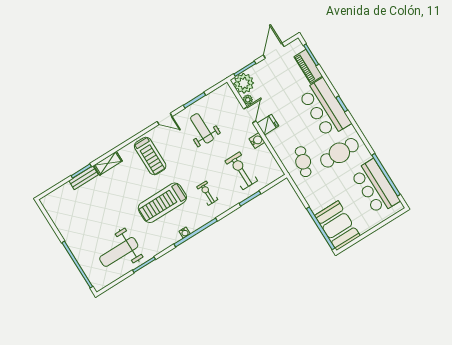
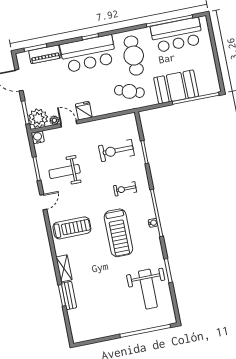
water cooler: (257, 140) -> (38, 137), moved
booth: (337, 226) -> (176, 87), moved

